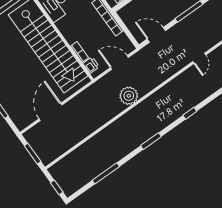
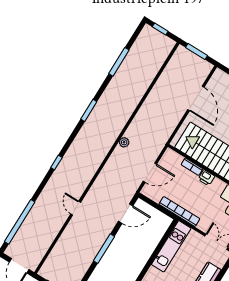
printer: (91, 65) -> (206, 178), moved
plant: (129, 96) -> (124, 142), width x0.53, depth x0.53
window: (190, 113) -> (56, 162), moved

